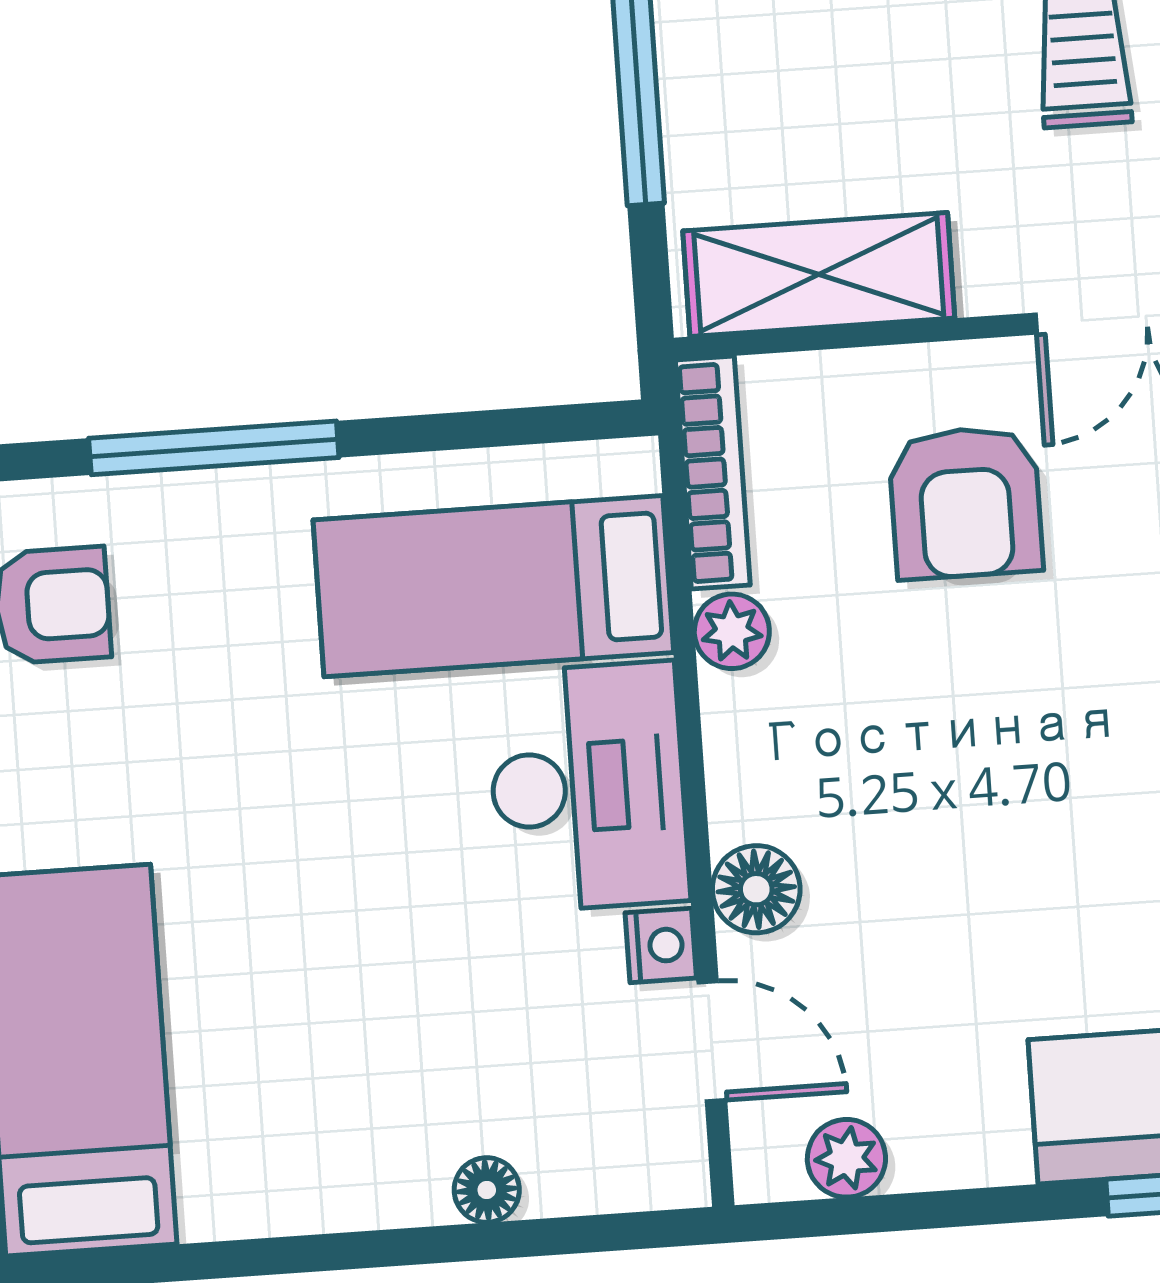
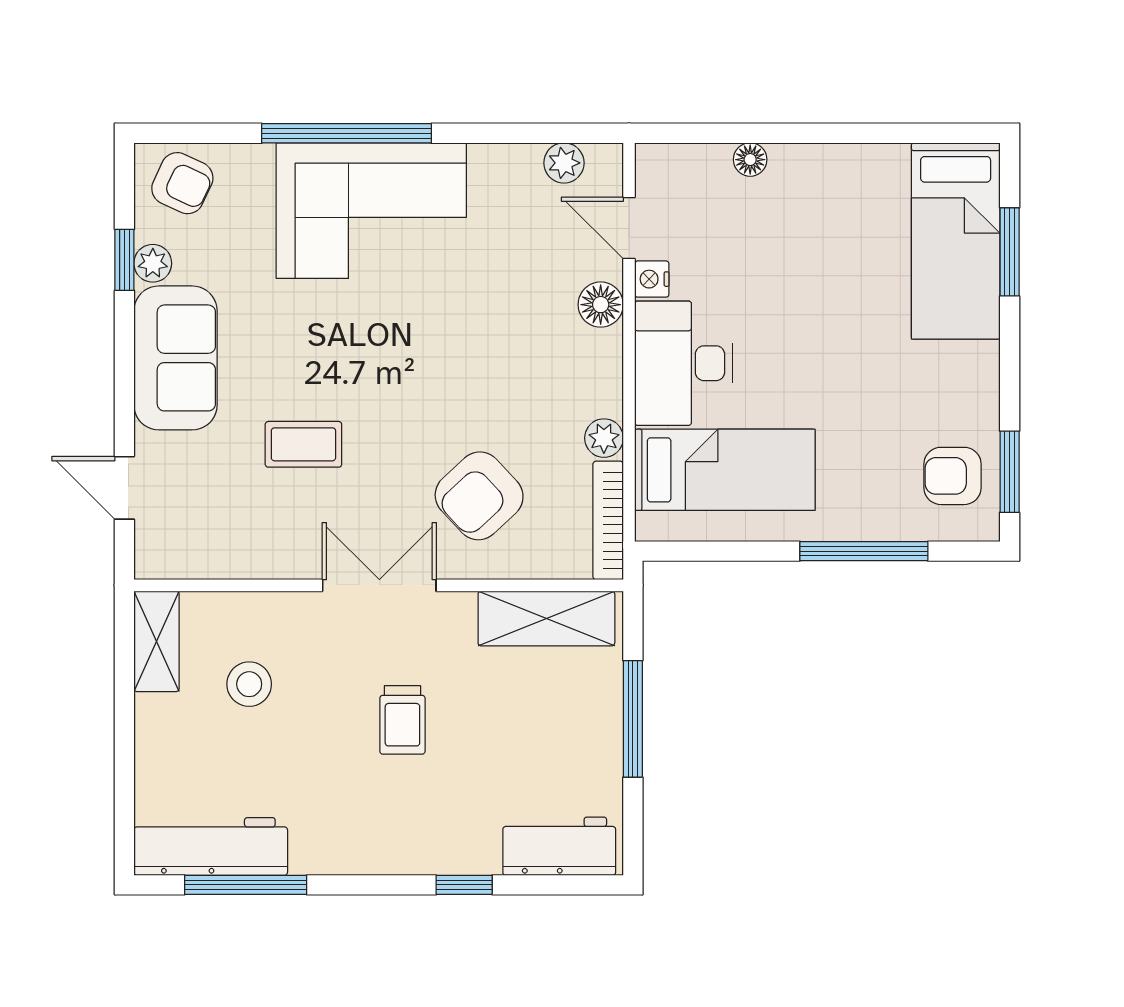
armchair: (966, 503) -> (479, 496), turned -133

